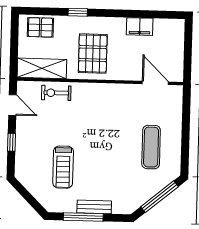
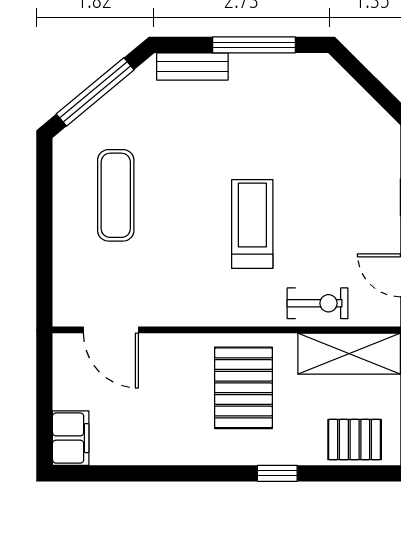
filing cabinet: (140, 27) -> (71, 438), moved, turned 90
treadmill: (63, 167) -> (252, 224), moved
bench: (94, 207) -> (192, 67), moved

